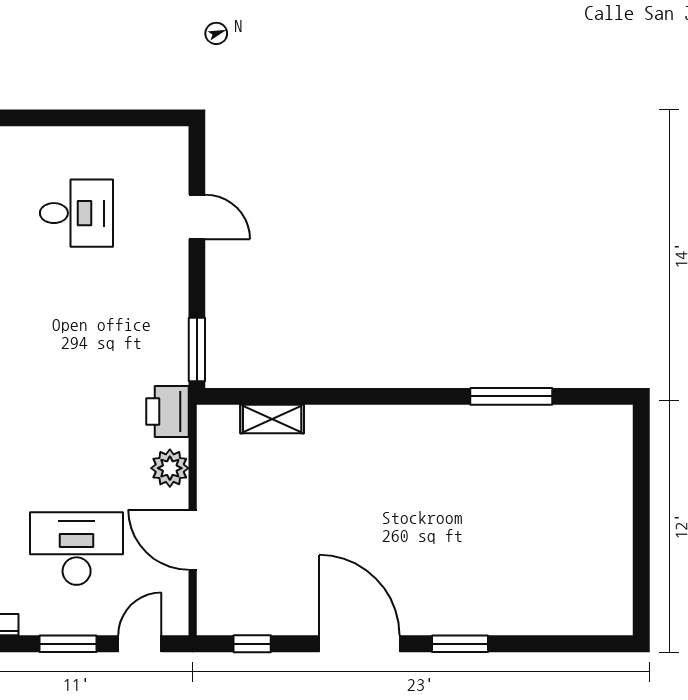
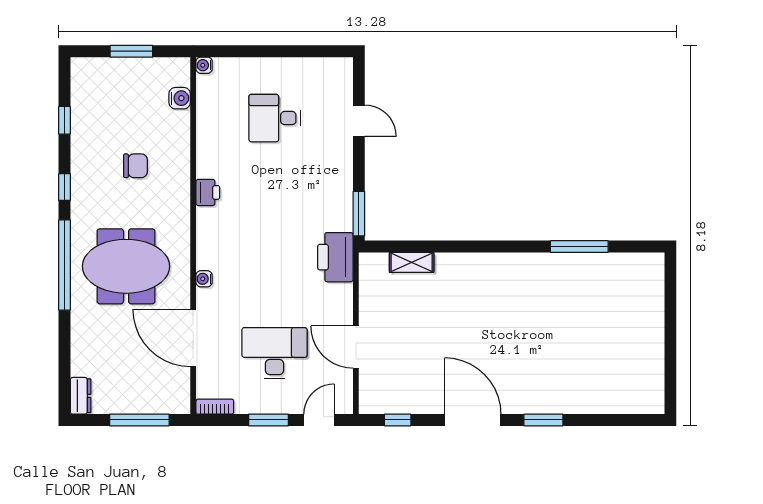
desk: (77, 213) -> (274, 118), turned 180
printer: (167, 411) -> (335, 257), width x1.37, depth x1.19
plant: (170, 468) -> (340, 297), removed

